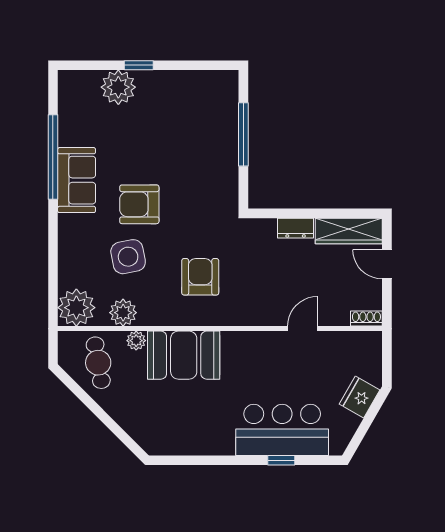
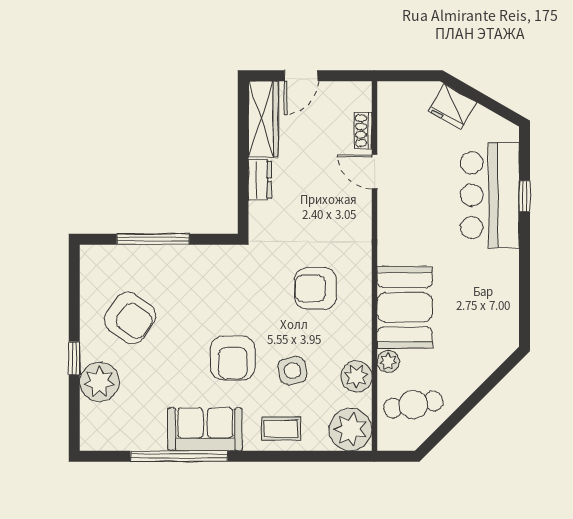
armchair: (174, 114) -> (130, 318), added
coffee table: (77, 247) -> (281, 429), added
side table: (128, 257) -> (292, 371), width x0.73, depth x0.73
shoe rack: (366, 319) -> (363, 131), moved

